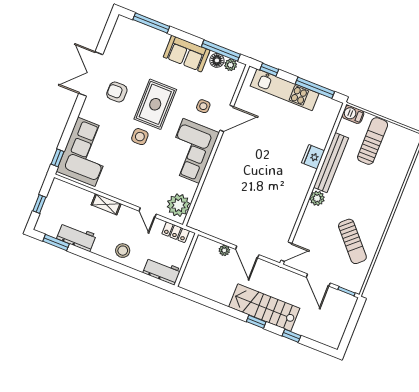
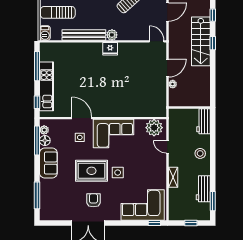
armchair: (117, 92) -> (93, 200), turned 180
fridge: (313, 157) -> (110, 49), moved
door: (148, 213) -> (167, 147), swing flipped
locker: (176, 232) -> (173, 122), removed

